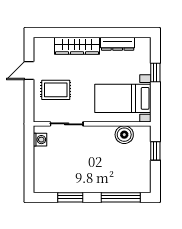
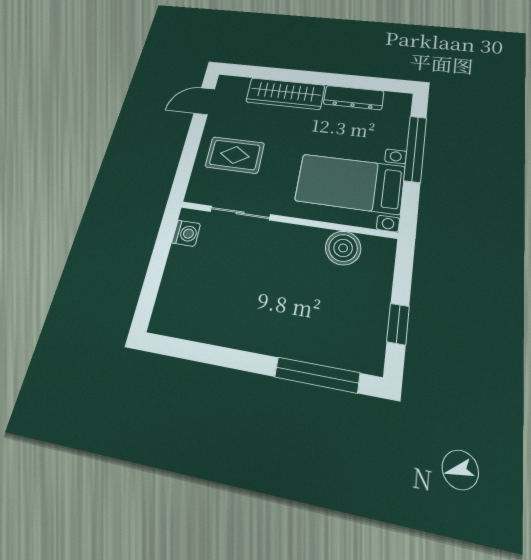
door: (29, 71) -> (204, 101), moved
window: (155, 73) -> (415, 149), width x2.17
window: (155, 151) -> (398, 324), moved
window: (70, 197) -> (214, 355), removed

